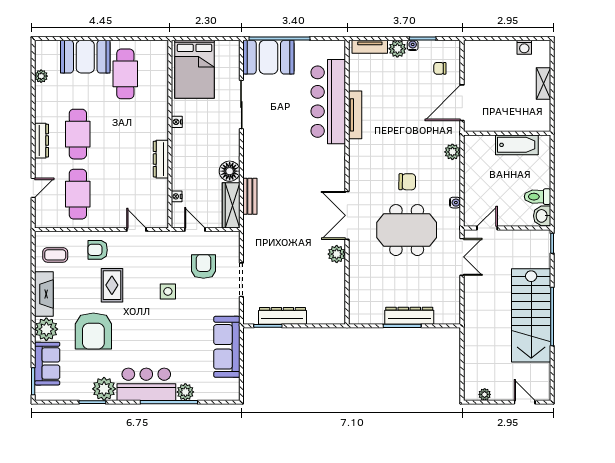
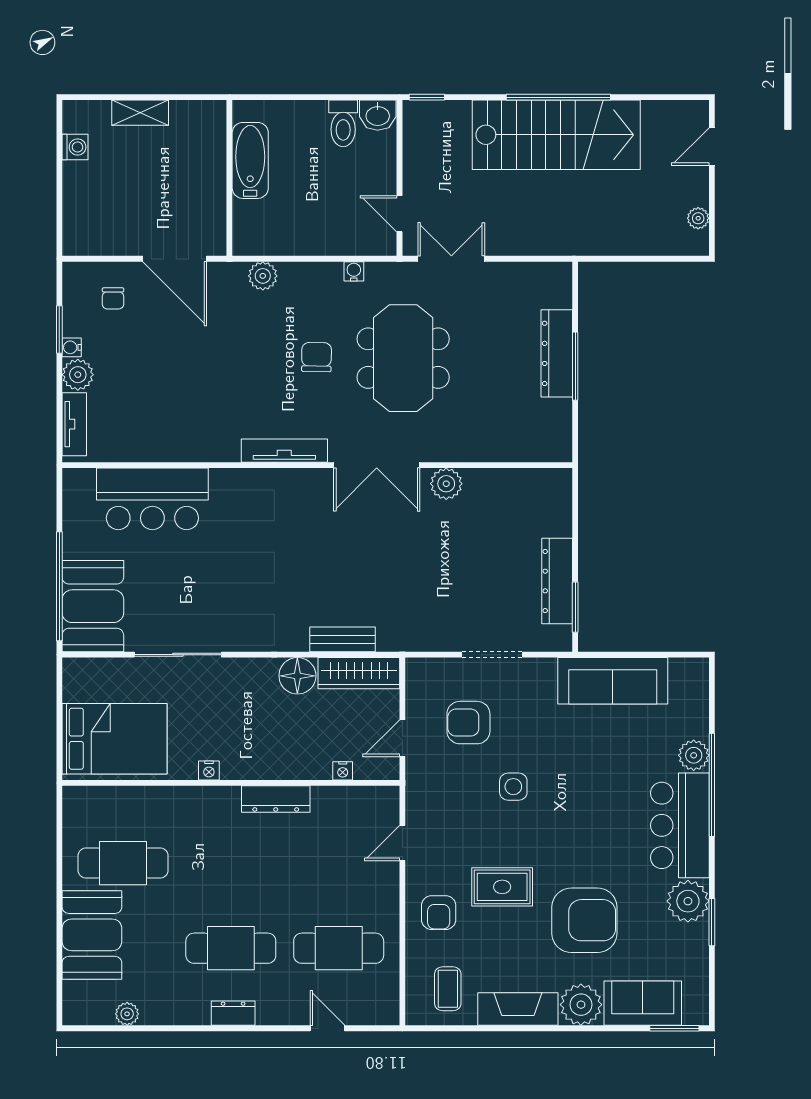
bar counter: (328, 102) -> (152, 499), width x0.73
tv unit: (355, 115) -> (284, 451), moved
dresser: (42, 141) -> (233, 1013), width x0.70

